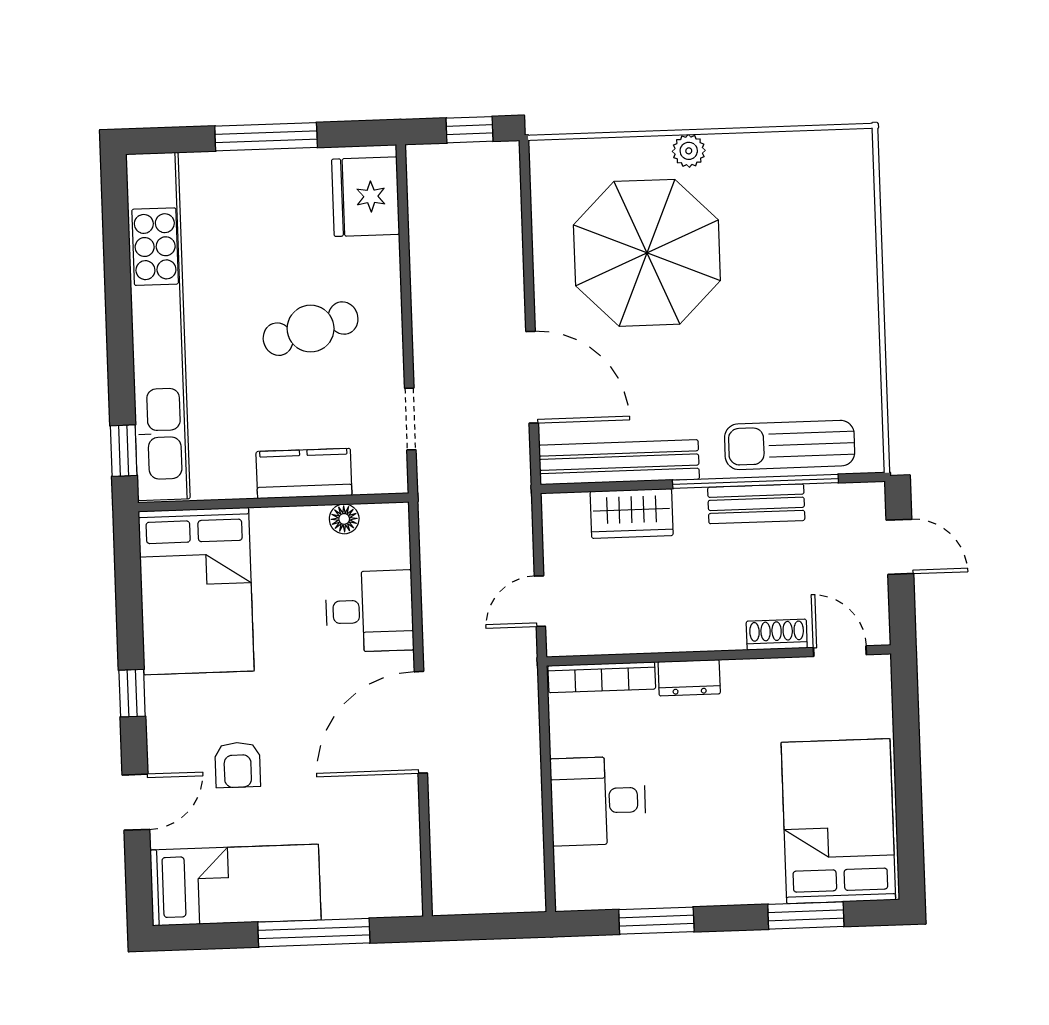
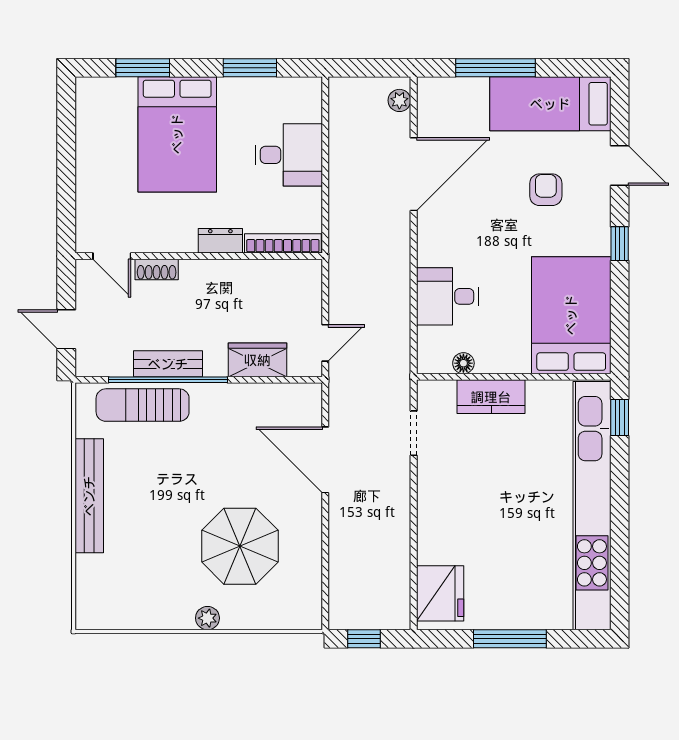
parasol: (647, 253) -> (240, 546), width x0.73, depth x0.73
cafe table: (311, 329) -> (483, 500), removed
sun lounger: (790, 445) -> (143, 405), turned 180
bench: (619, 462) -> (89, 496), moved, turned 90
door: (540, 601) -> (325, 343), moved
door: (421, 722) -> (414, 174), moved
door: (136, 802) -> (620, 166), swing flipped
bed: (838, 821) -> (177, 134), moved
plant: (446, 882) -> (399, 100), added

